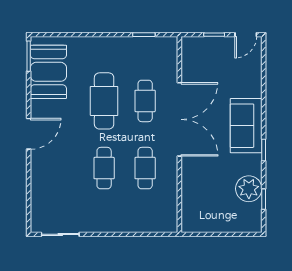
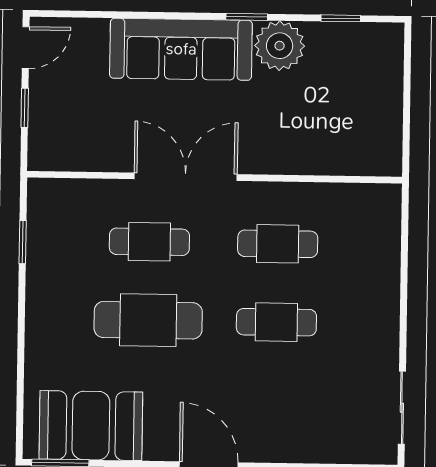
door: (246, 35) -> (26, 48), hinge flipped
double door: (179, 119) -> (186, 177), width x0.73
sofa: (246, 126) -> (181, 49), width x1.36
plant: (249, 189) -> (280, 46), moved

